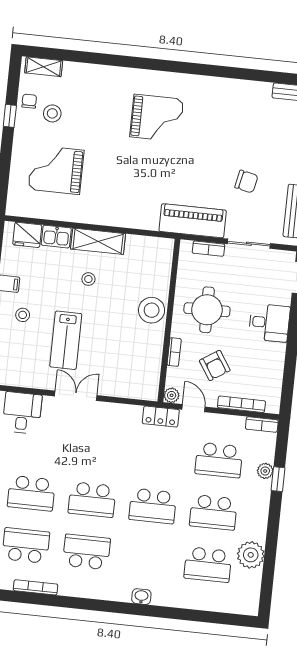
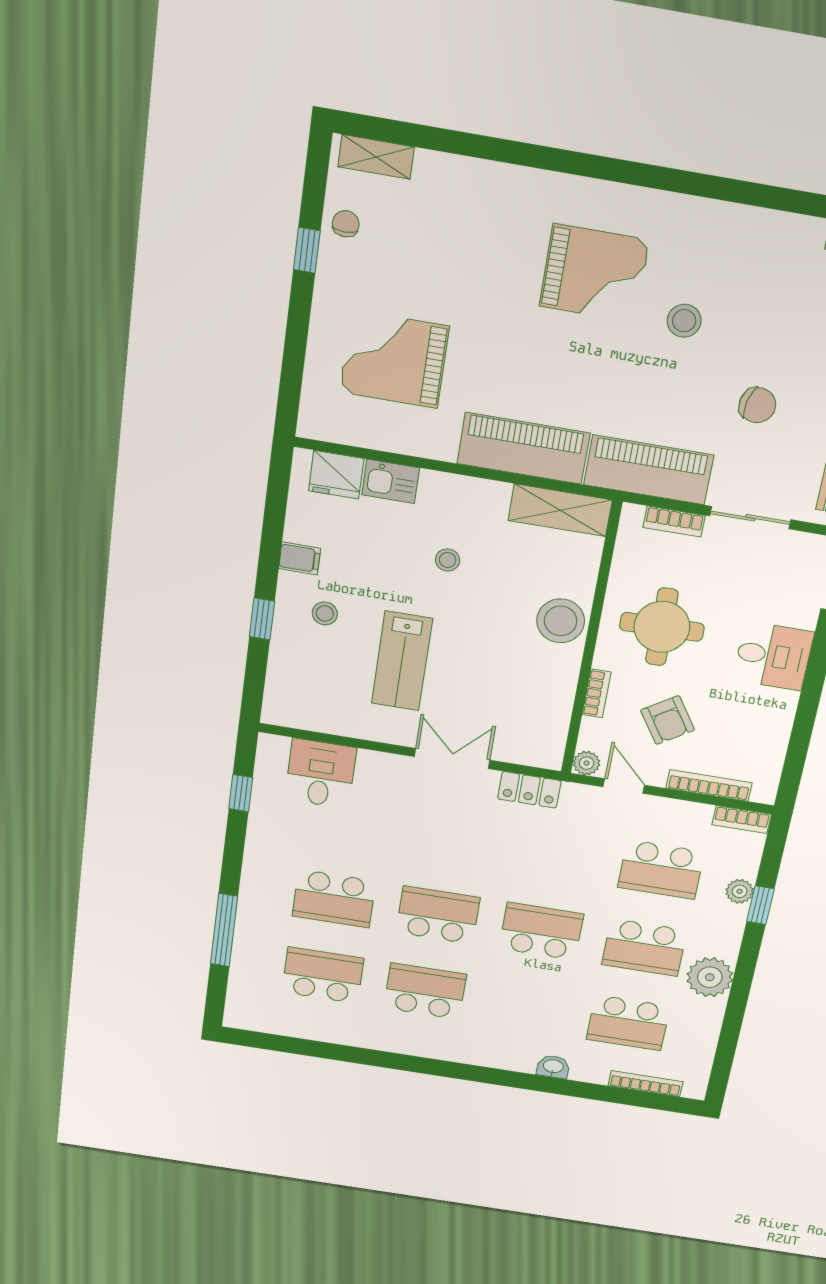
stool: (52, 113) -> (684, 321), moved
piano: (126, 213) -> (524, 448), added
shelving: (98, 241) -> (560, 510), moved
double door: (76, 396) -> (452, 758), moved
locker: (161, 417) -> (529, 790), moved
school desk: (92, 500) -> (438, 915), turned 180
school desk: (153, 506) -> (541, 931), turned 180
plant: (251, 555) -> (710, 977), moved
bookcase: (36, 587) -> (646, 1084), moved
washbasin: (141, 597) -> (553, 1067), moved

